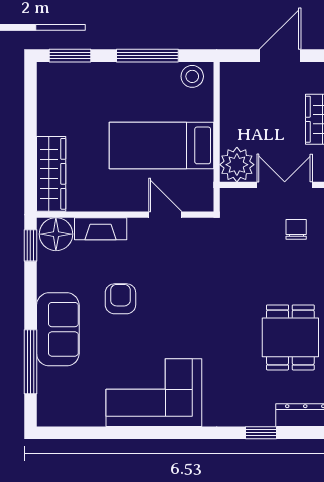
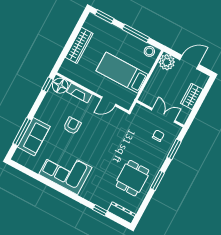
plant: (237, 165) -> (167, 62), moved
wardrobe: (51, 174) -> (79, 45), moved
door: (165, 215) -> (109, 101), swing flipped
sofa: (58, 329) -> (34, 137), moved

